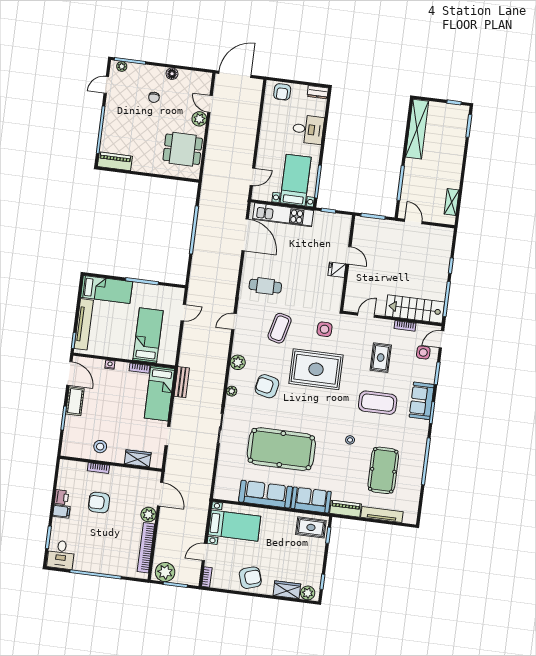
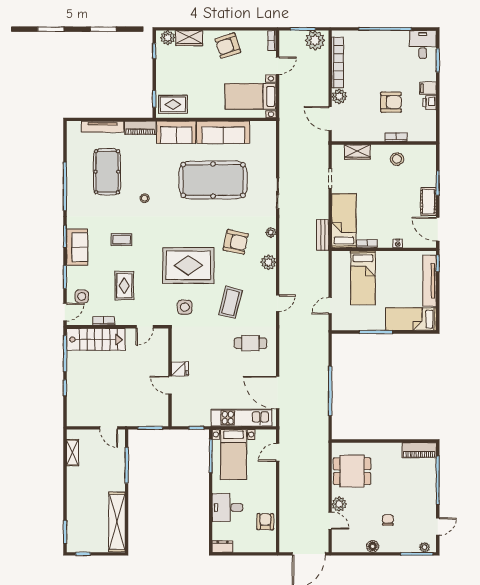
armchair: (282, 92) -> (265, 522), moved
coffee table: (378, 403) -> (121, 240), width x0.54, depth x0.58

